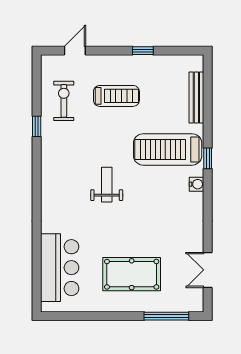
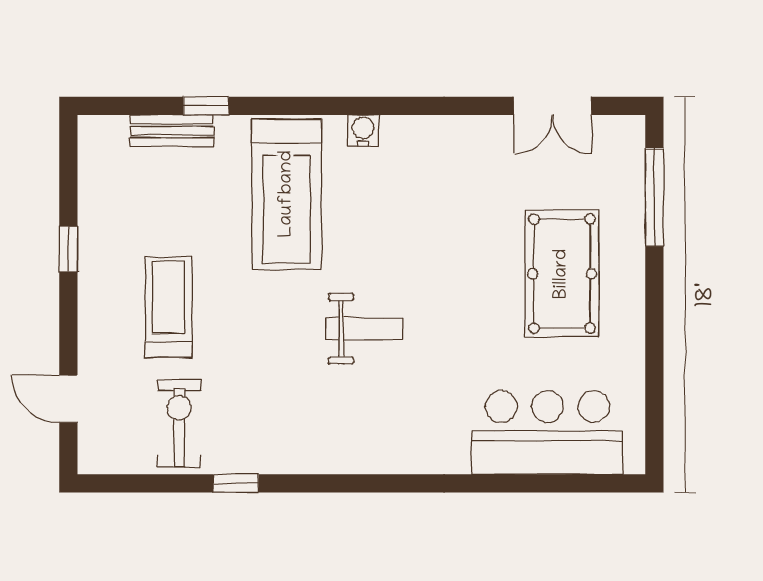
bench: (196, 98) -> (172, 131), width x0.73
exercise bike: (64, 101) -> (179, 423), turned 90
window: (208, 158) -> (206, 106), moved
weight bench: (107, 185) -> (364, 329), turned 180

